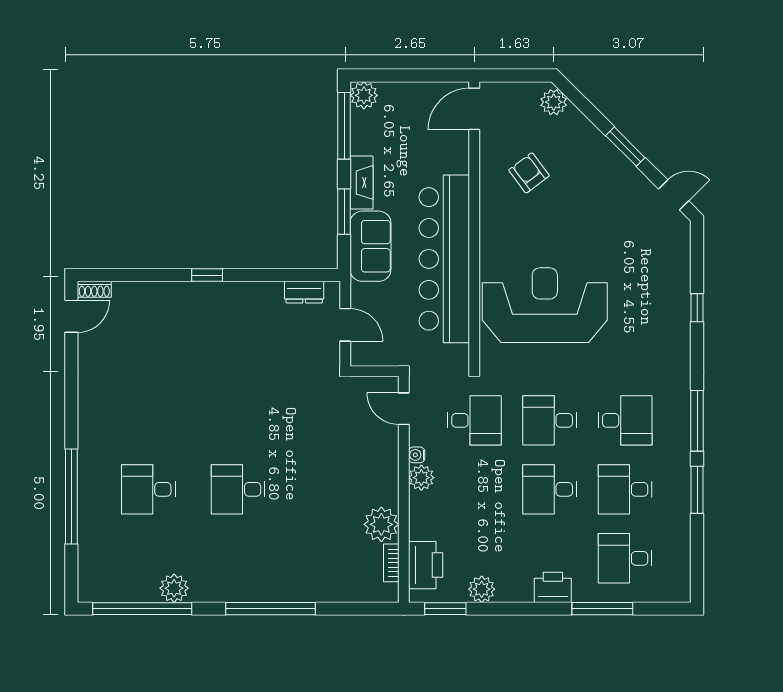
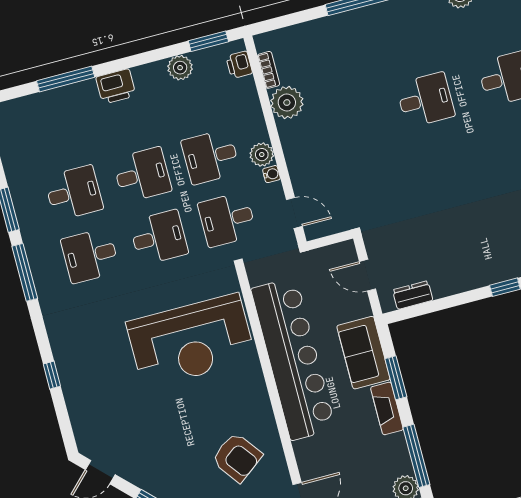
armchair: (529, 173) -> (237, 457), width x1.38, depth x1.38
desk: (625, 558) -> (211, 157), moved, turned 180
printer: (426, 565) -> (239, 65), width x0.53, depth x0.68

